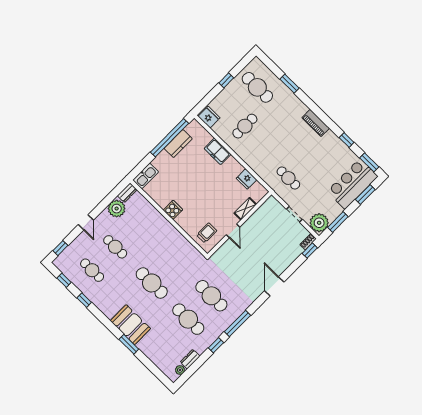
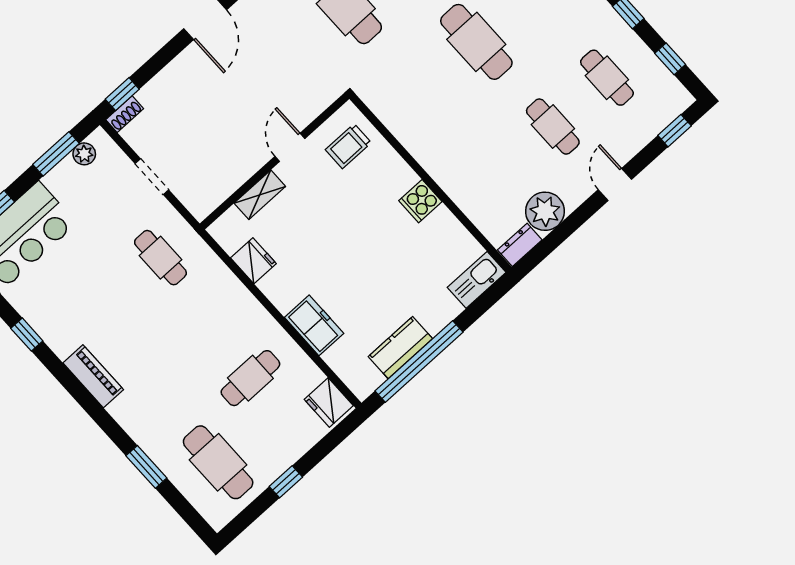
plant: (319, 223) -> (84, 154), width x0.53, depth x0.53

